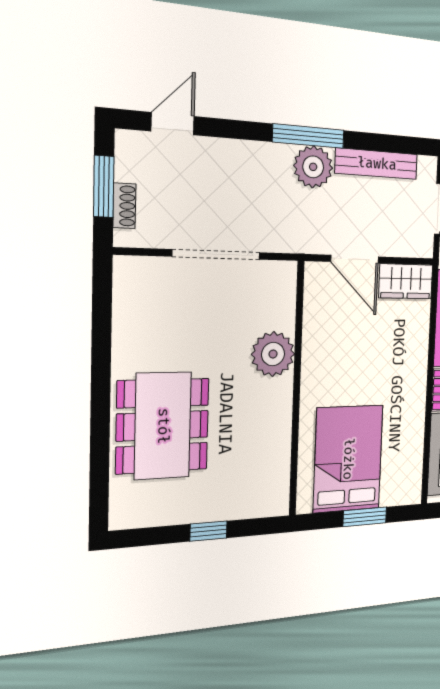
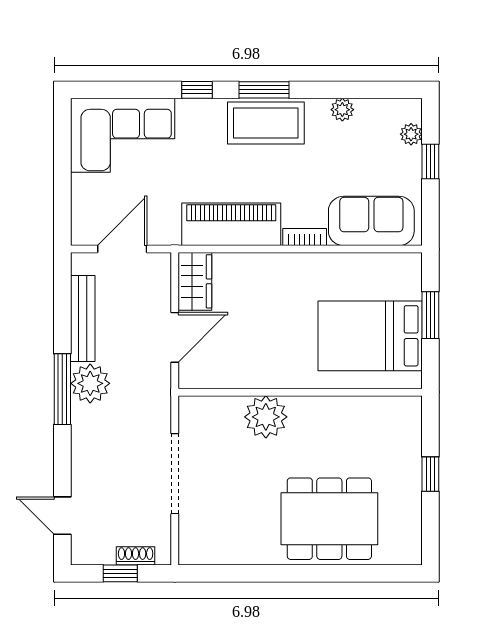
window: (104, 187) -> (120, 573), width x0.67

